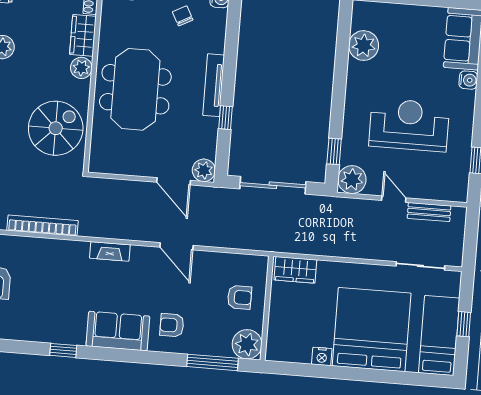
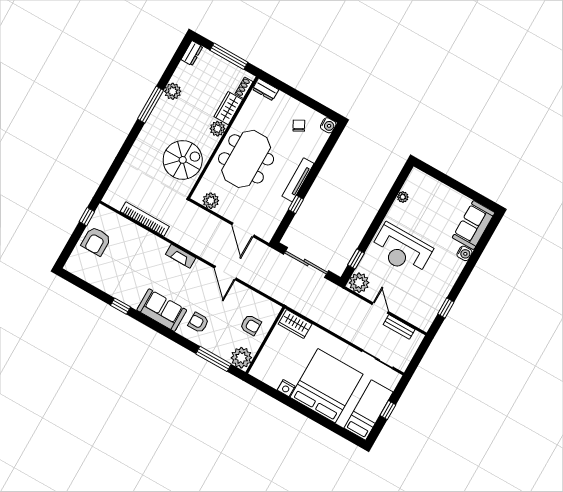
plant: (364, 46) -> (403, 197), width x0.53, depth x0.53
reception desk: (409, 125) -> (401, 250), moved, turned 180
plant: (204, 170) -> (211, 201), moved

